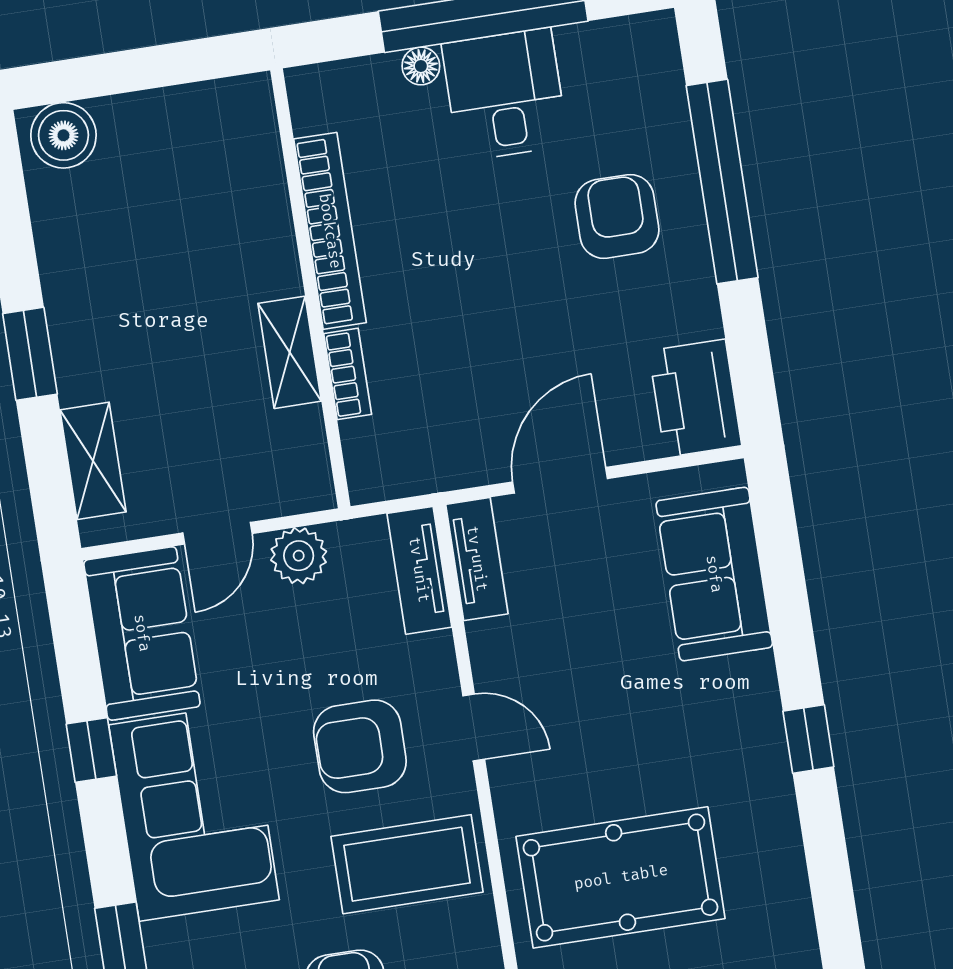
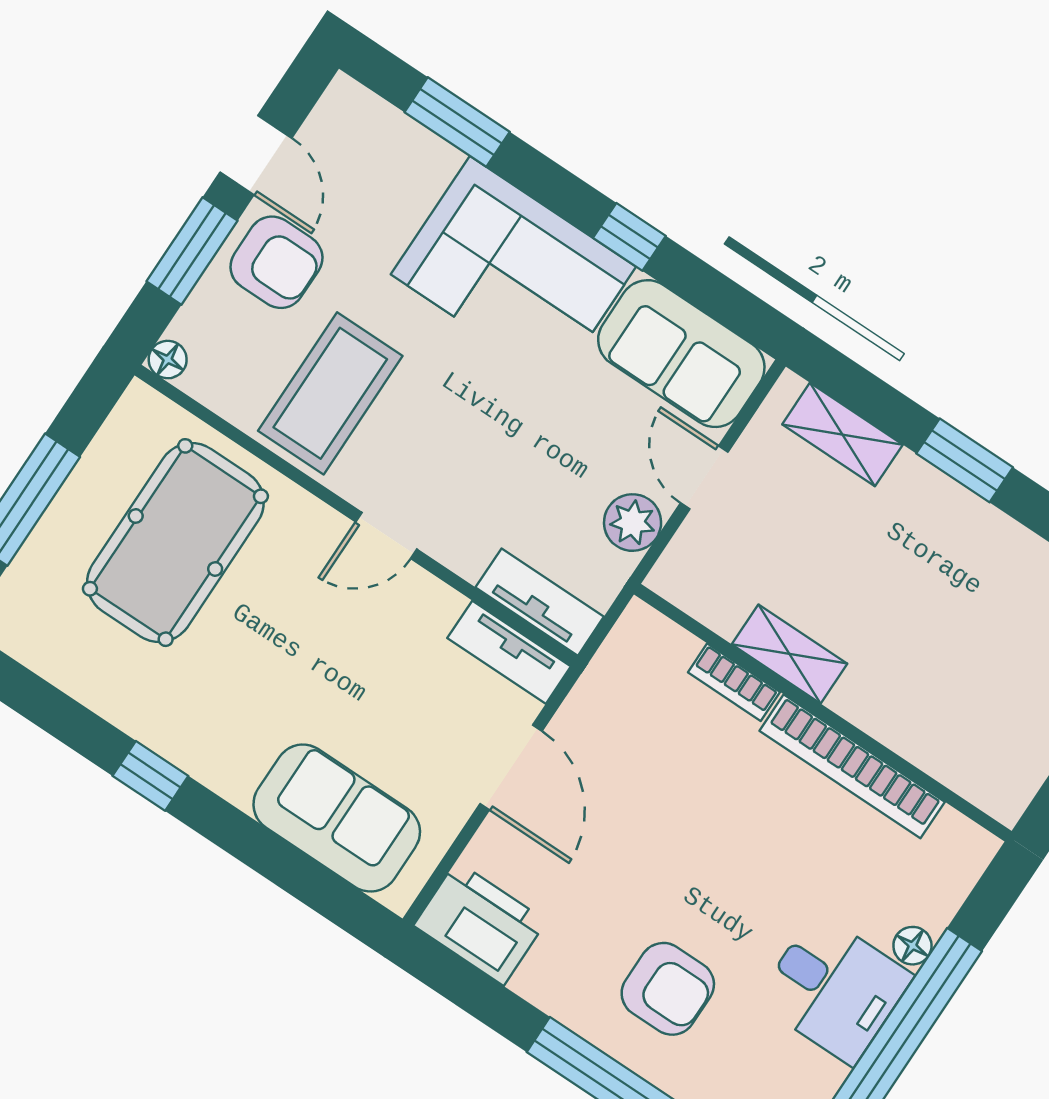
armchair: (360, 746) -> (450, 438), removed

